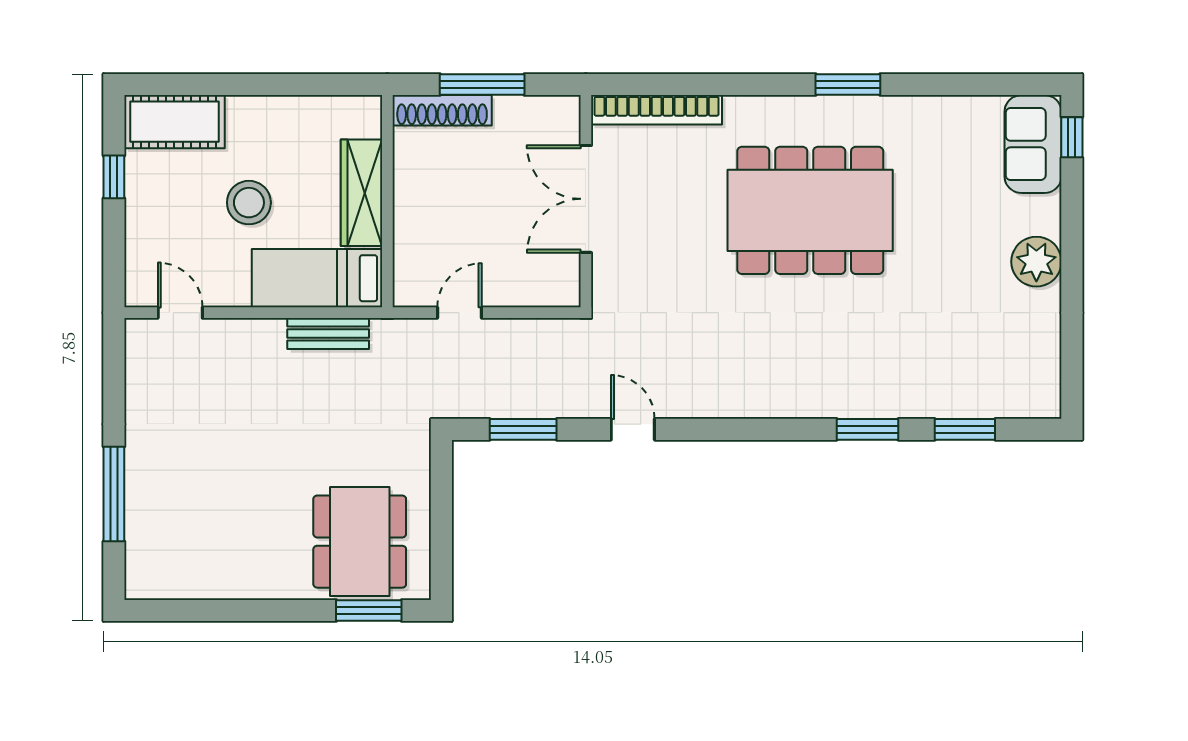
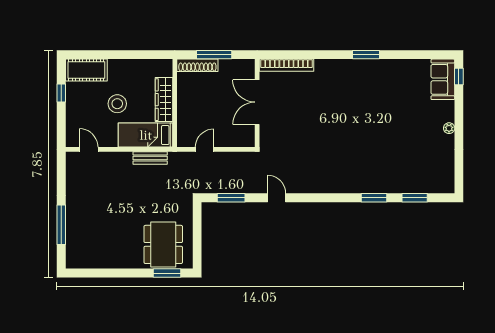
dining table: (810, 210) -> (350, 107), removed
plant: (1036, 262) -> (449, 128), width x0.53, depth x0.53

